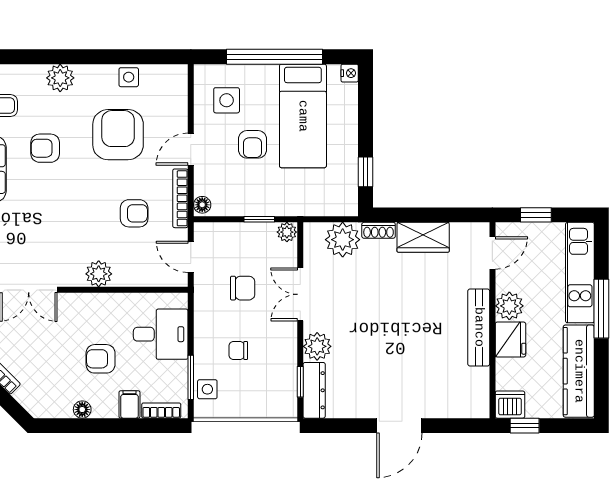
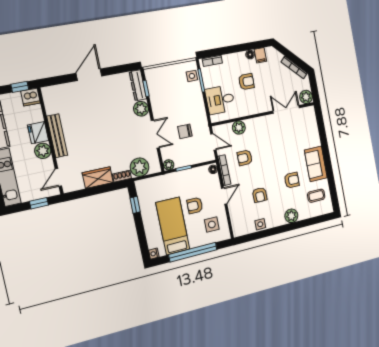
armchair: (118, 135) -> (260, 195), width x0.53, depth x0.53
armchair: (252, 144) -> (195, 205), turned -90
plant: (99, 274) -> (239, 128), moved
chair: (238, 350) -> (181, 99), removed
filing cabinet: (129, 404) -> (260, 55), moved

